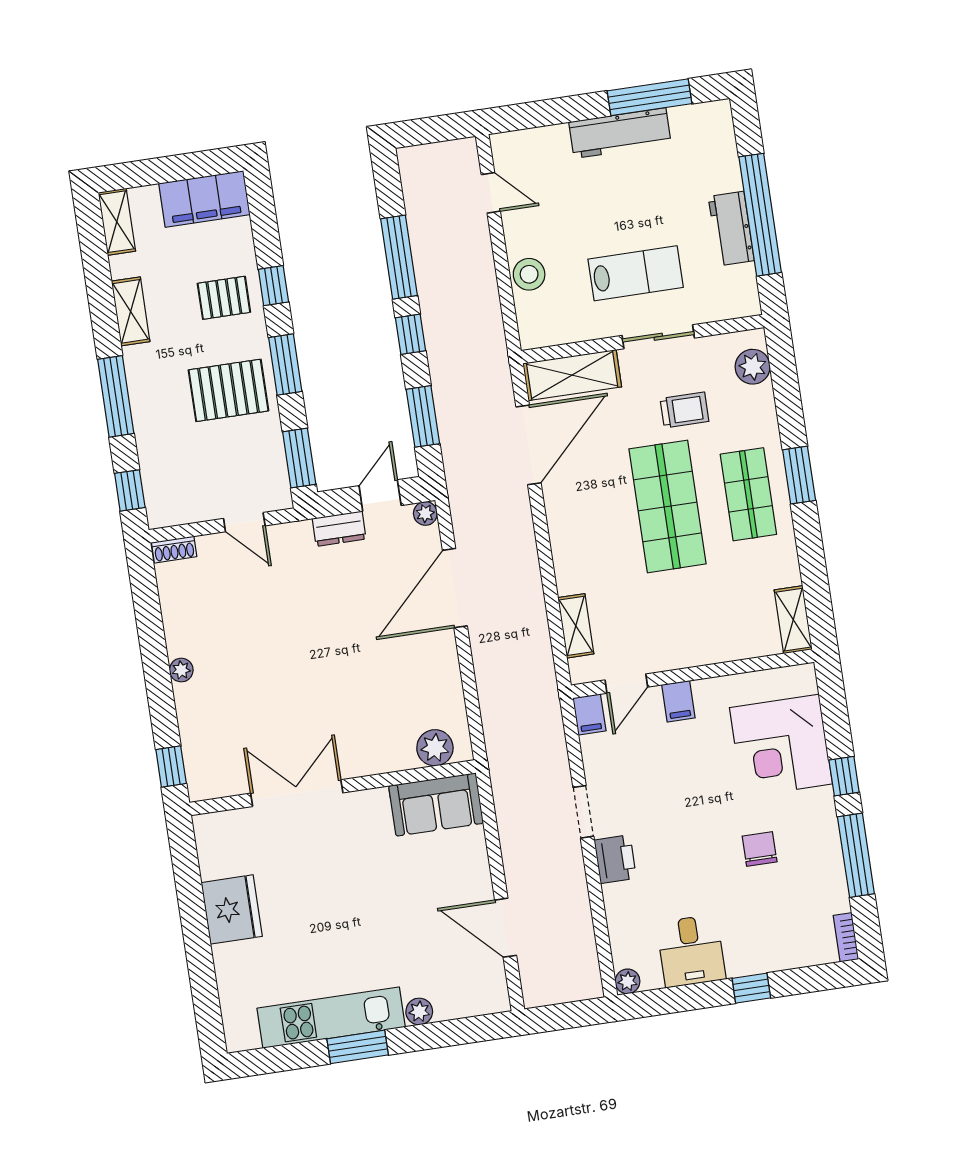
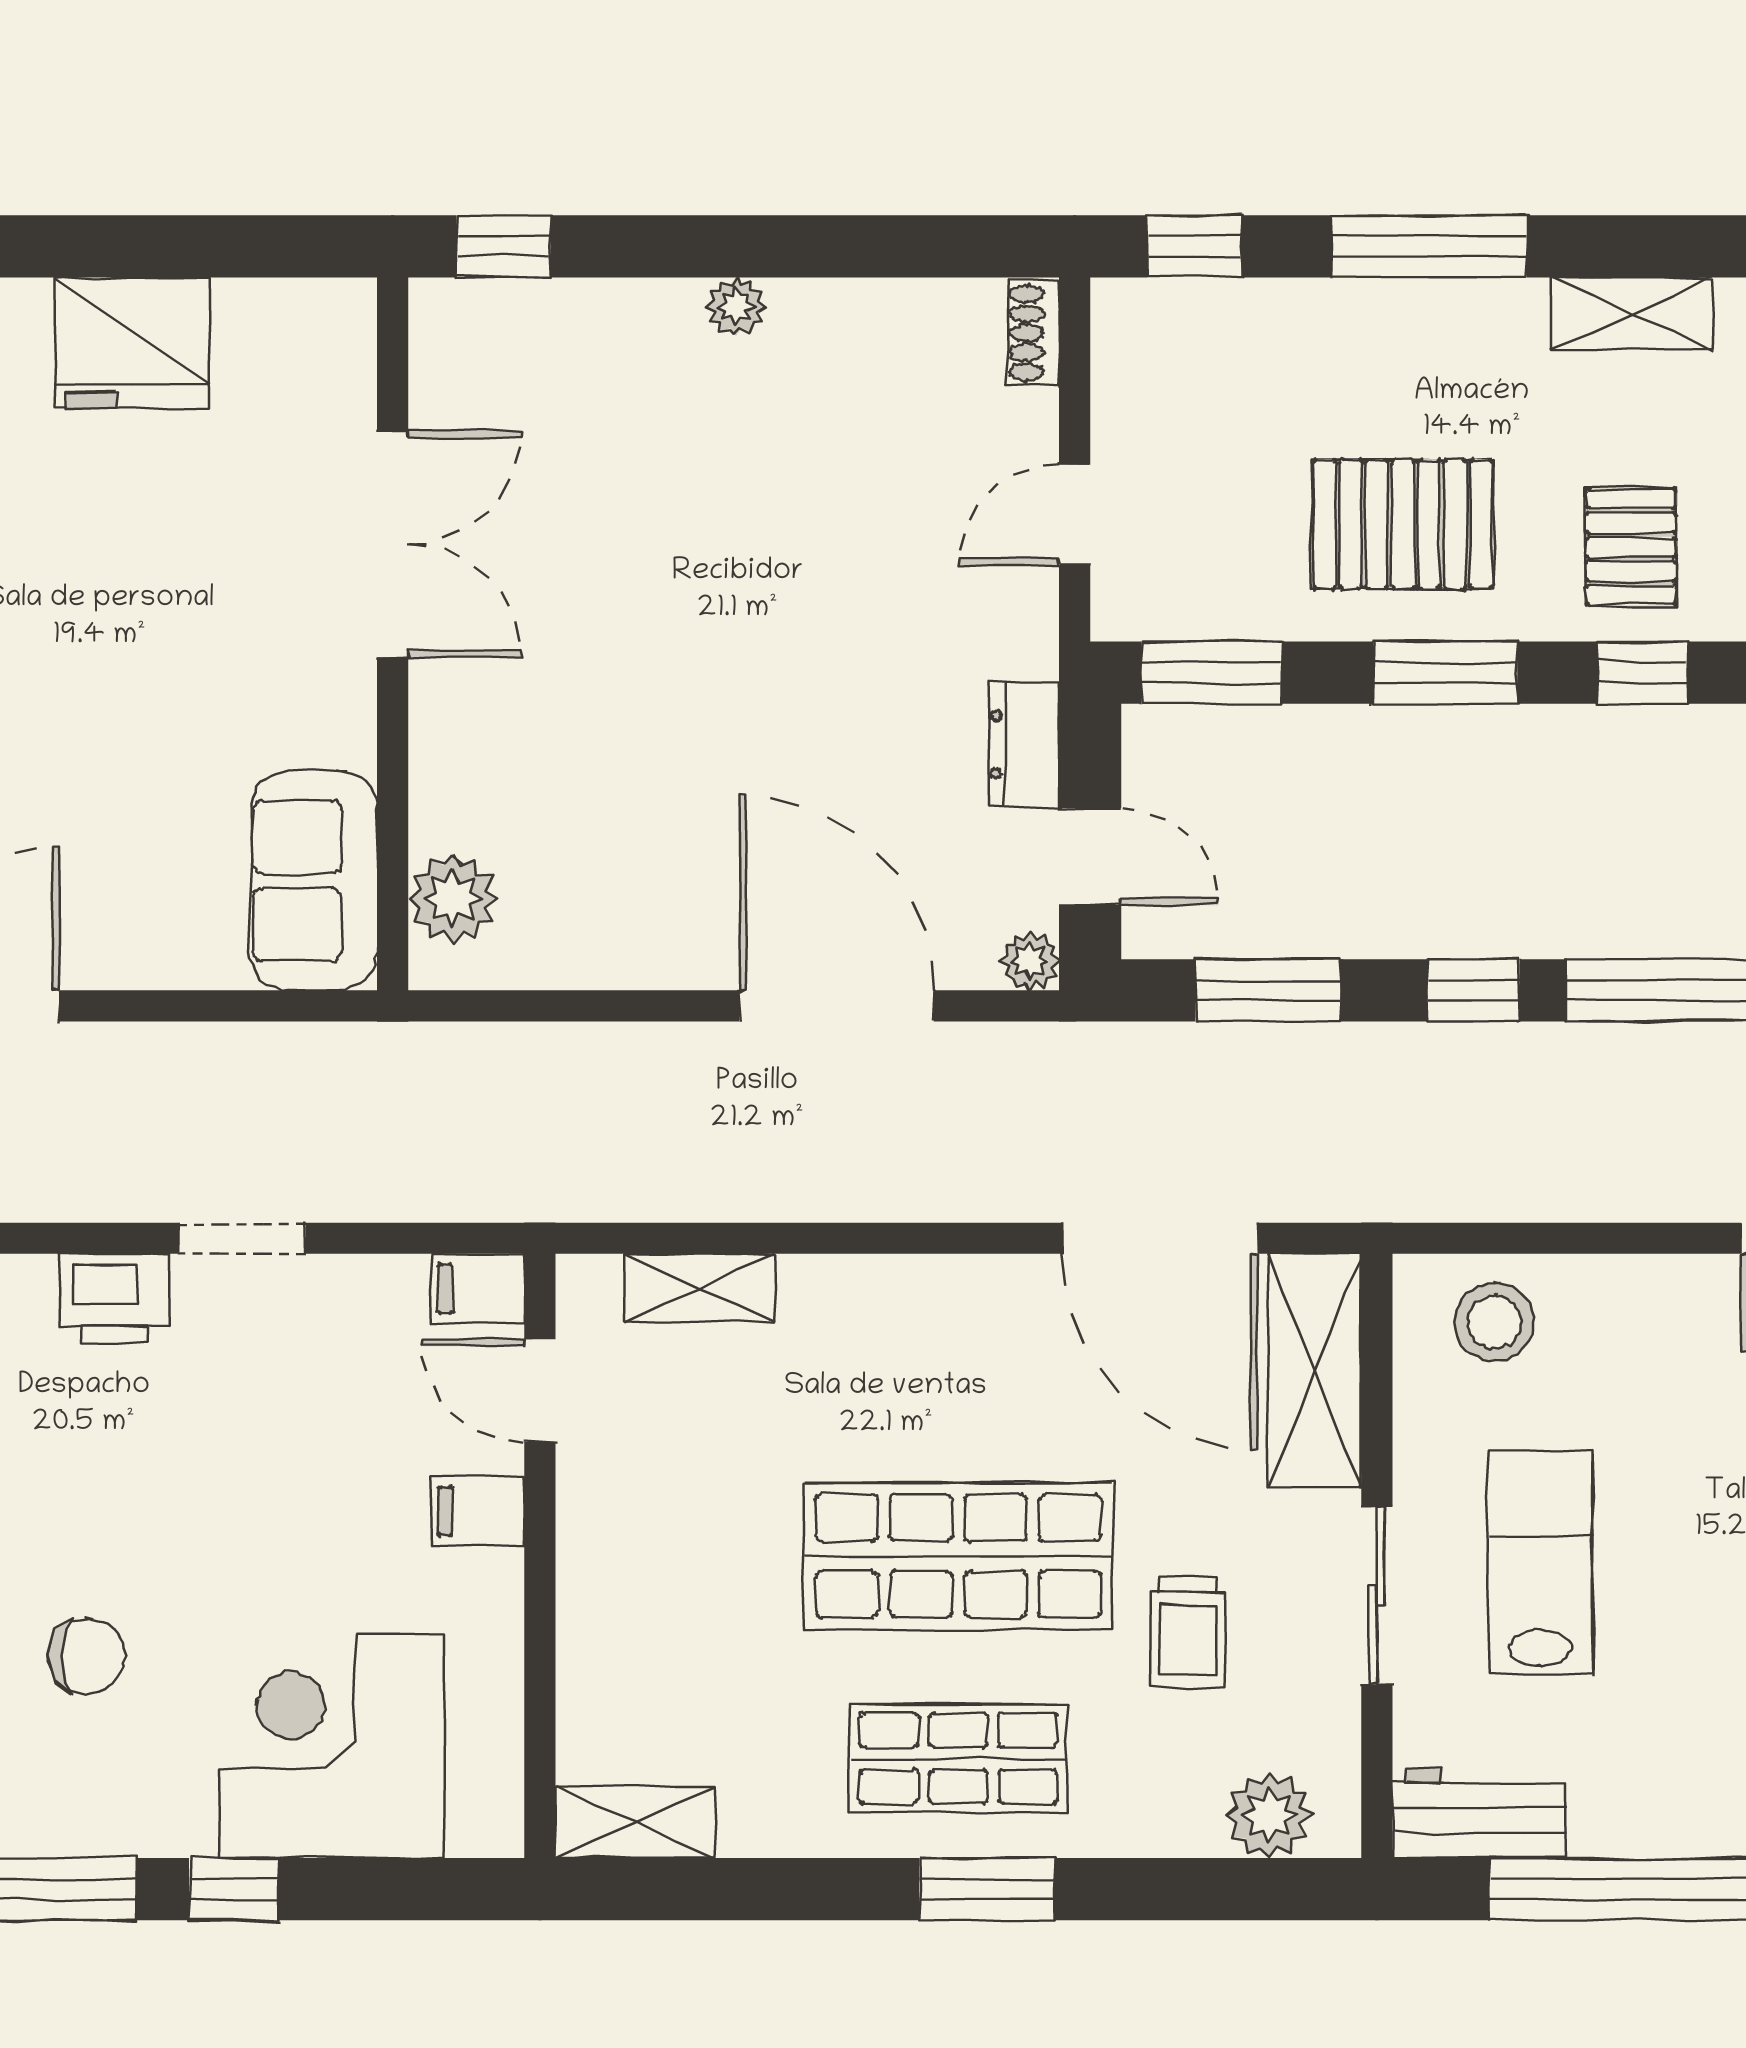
workbench: (731, 229) -> (1479, 1813), moved
lab bench: (636, 273) -> (1540, 1563), turned 180
stool: (529, 274) -> (1494, 1322), moved
pallet: (228, 390) -> (1403, 524), turned 90

